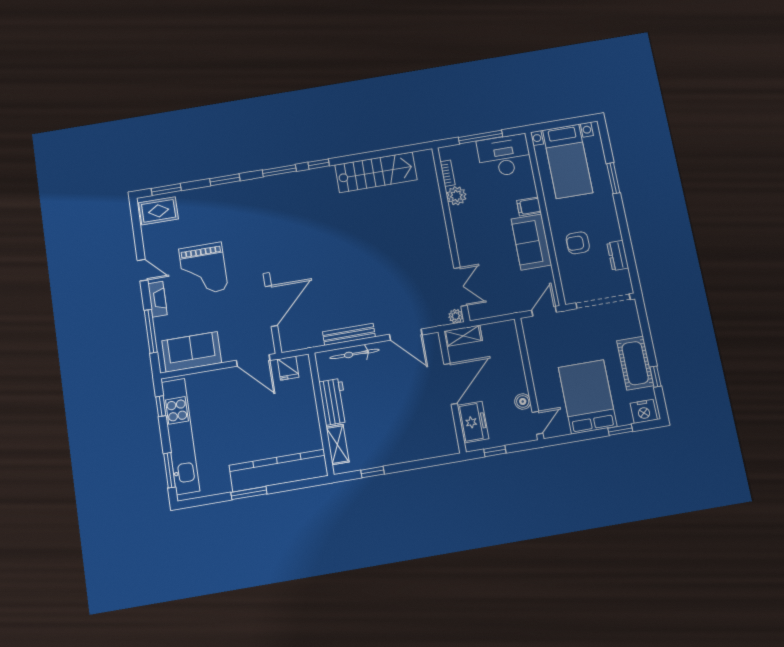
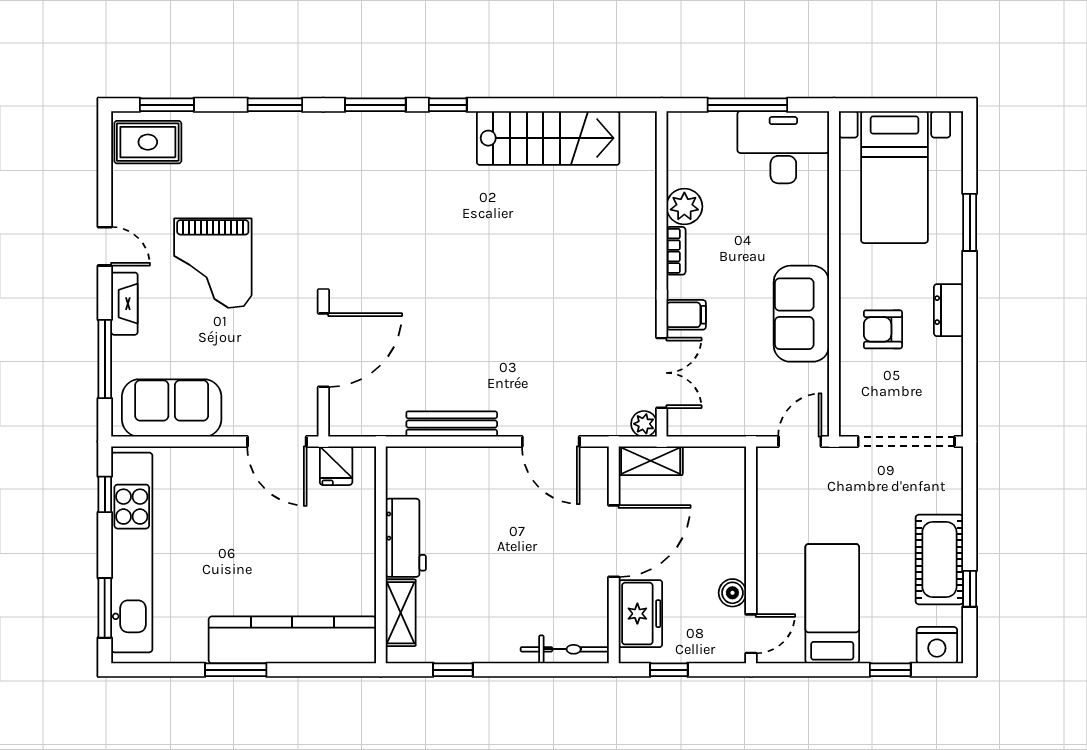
bookcase: (448, 173) -> (676, 251), moved
filing cabinet: (529, 206) -> (686, 315), moved, turned 180
dresser: (618, 255) -> (949, 310), moved
bicycle: (354, 354) -> (565, 649), moved, turned 180
bed: (588, 397) -> (832, 604), width x0.67

